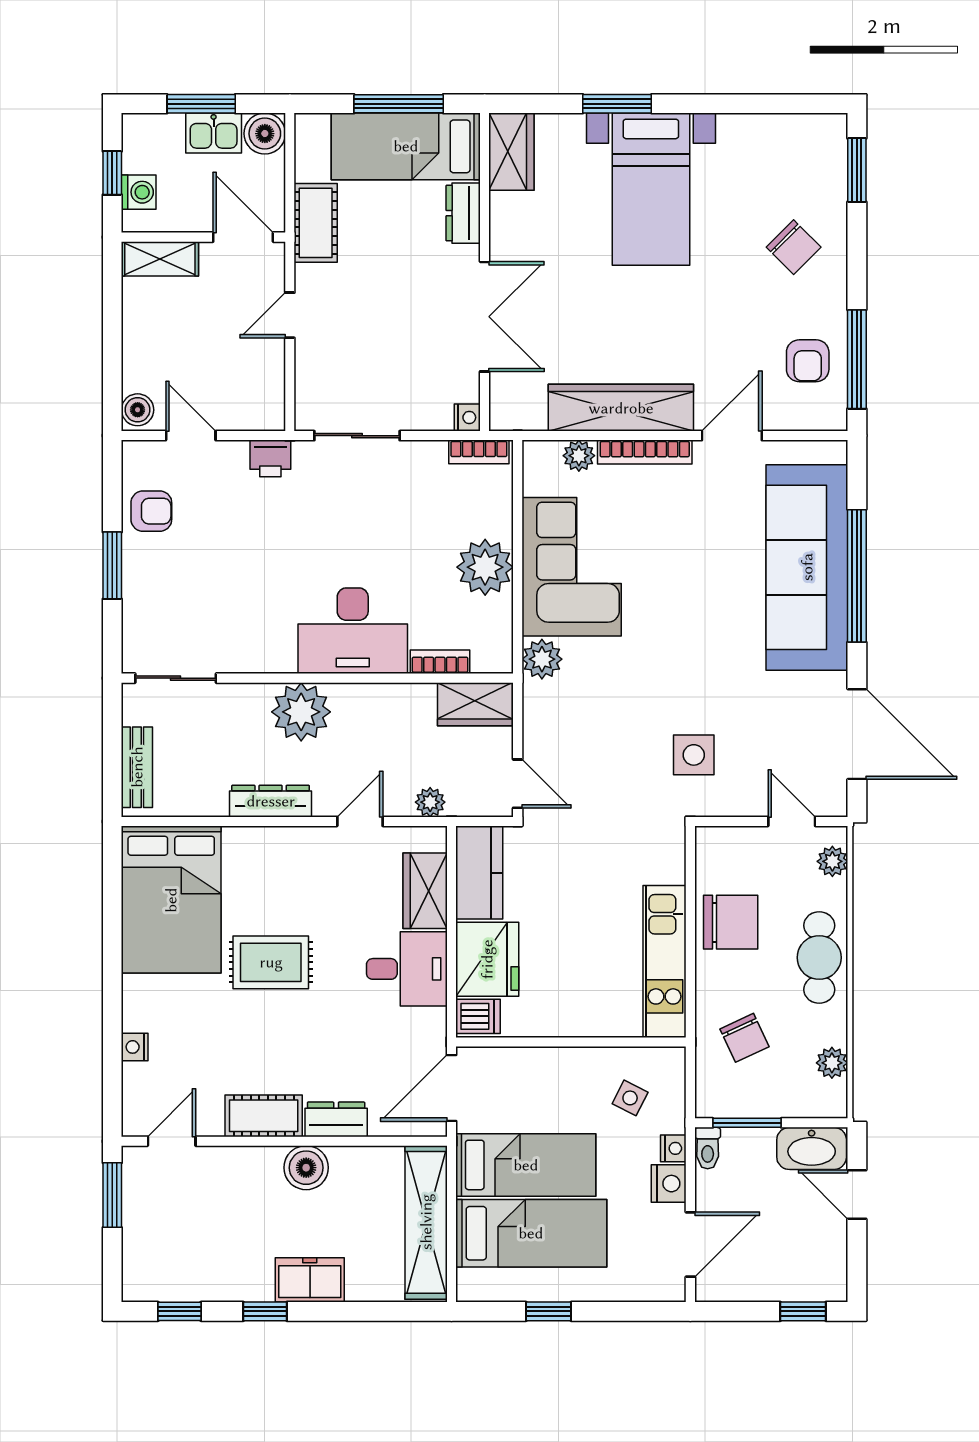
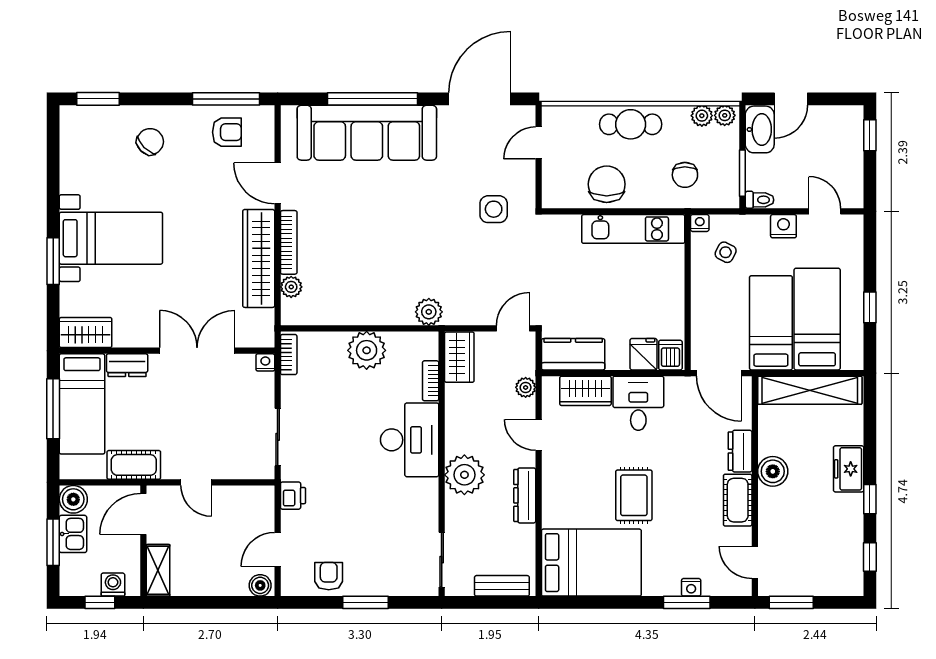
corner sofa: (572, 567) -> (366, 292), removed
plant: (832, 861) -> (725, 115), moved
fridge: (487, 959) -> (644, 354), width x0.53, depth x0.75
chair: (744, 1038) -> (685, 175), turned 115
window: (112, 1041) -> (687, 602), added
nightstand: (673, 1148) -> (700, 223), moved
door: (690, 1244) -> (825, 211), width x0.73

